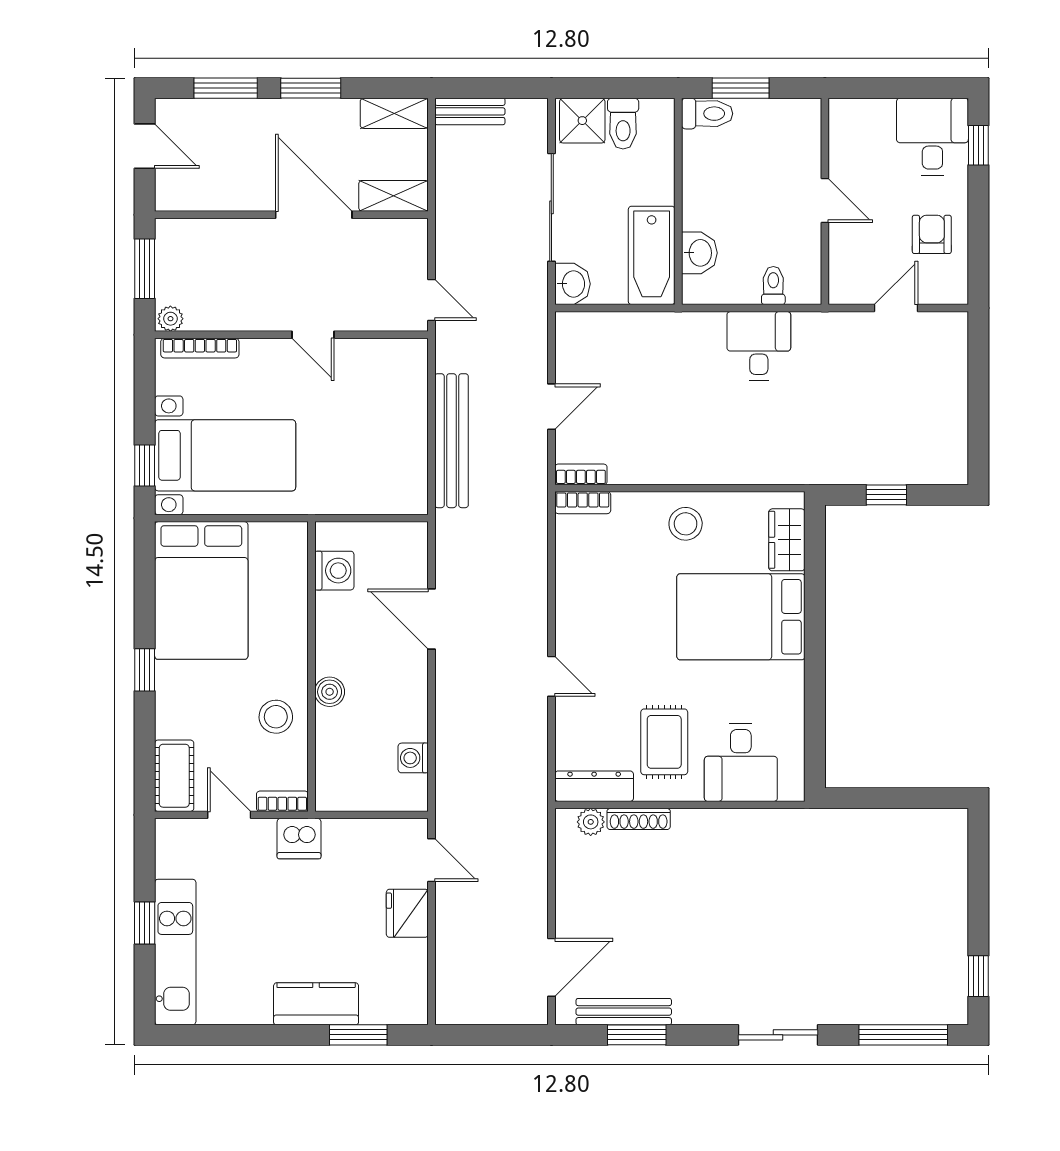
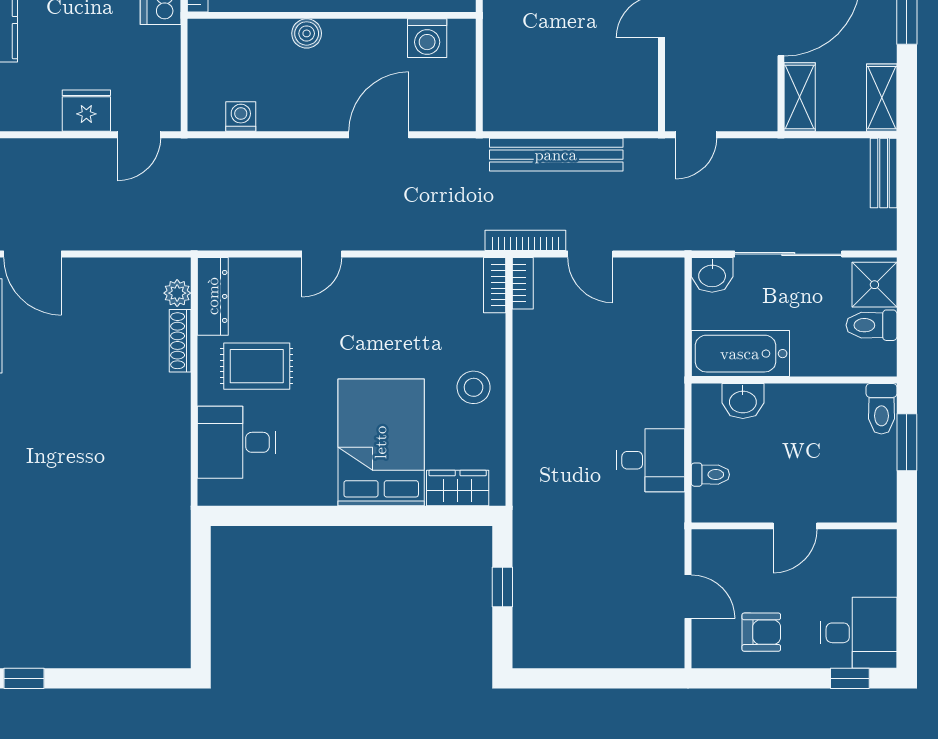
bookcase: (538, 472) -> (525, 240), added

